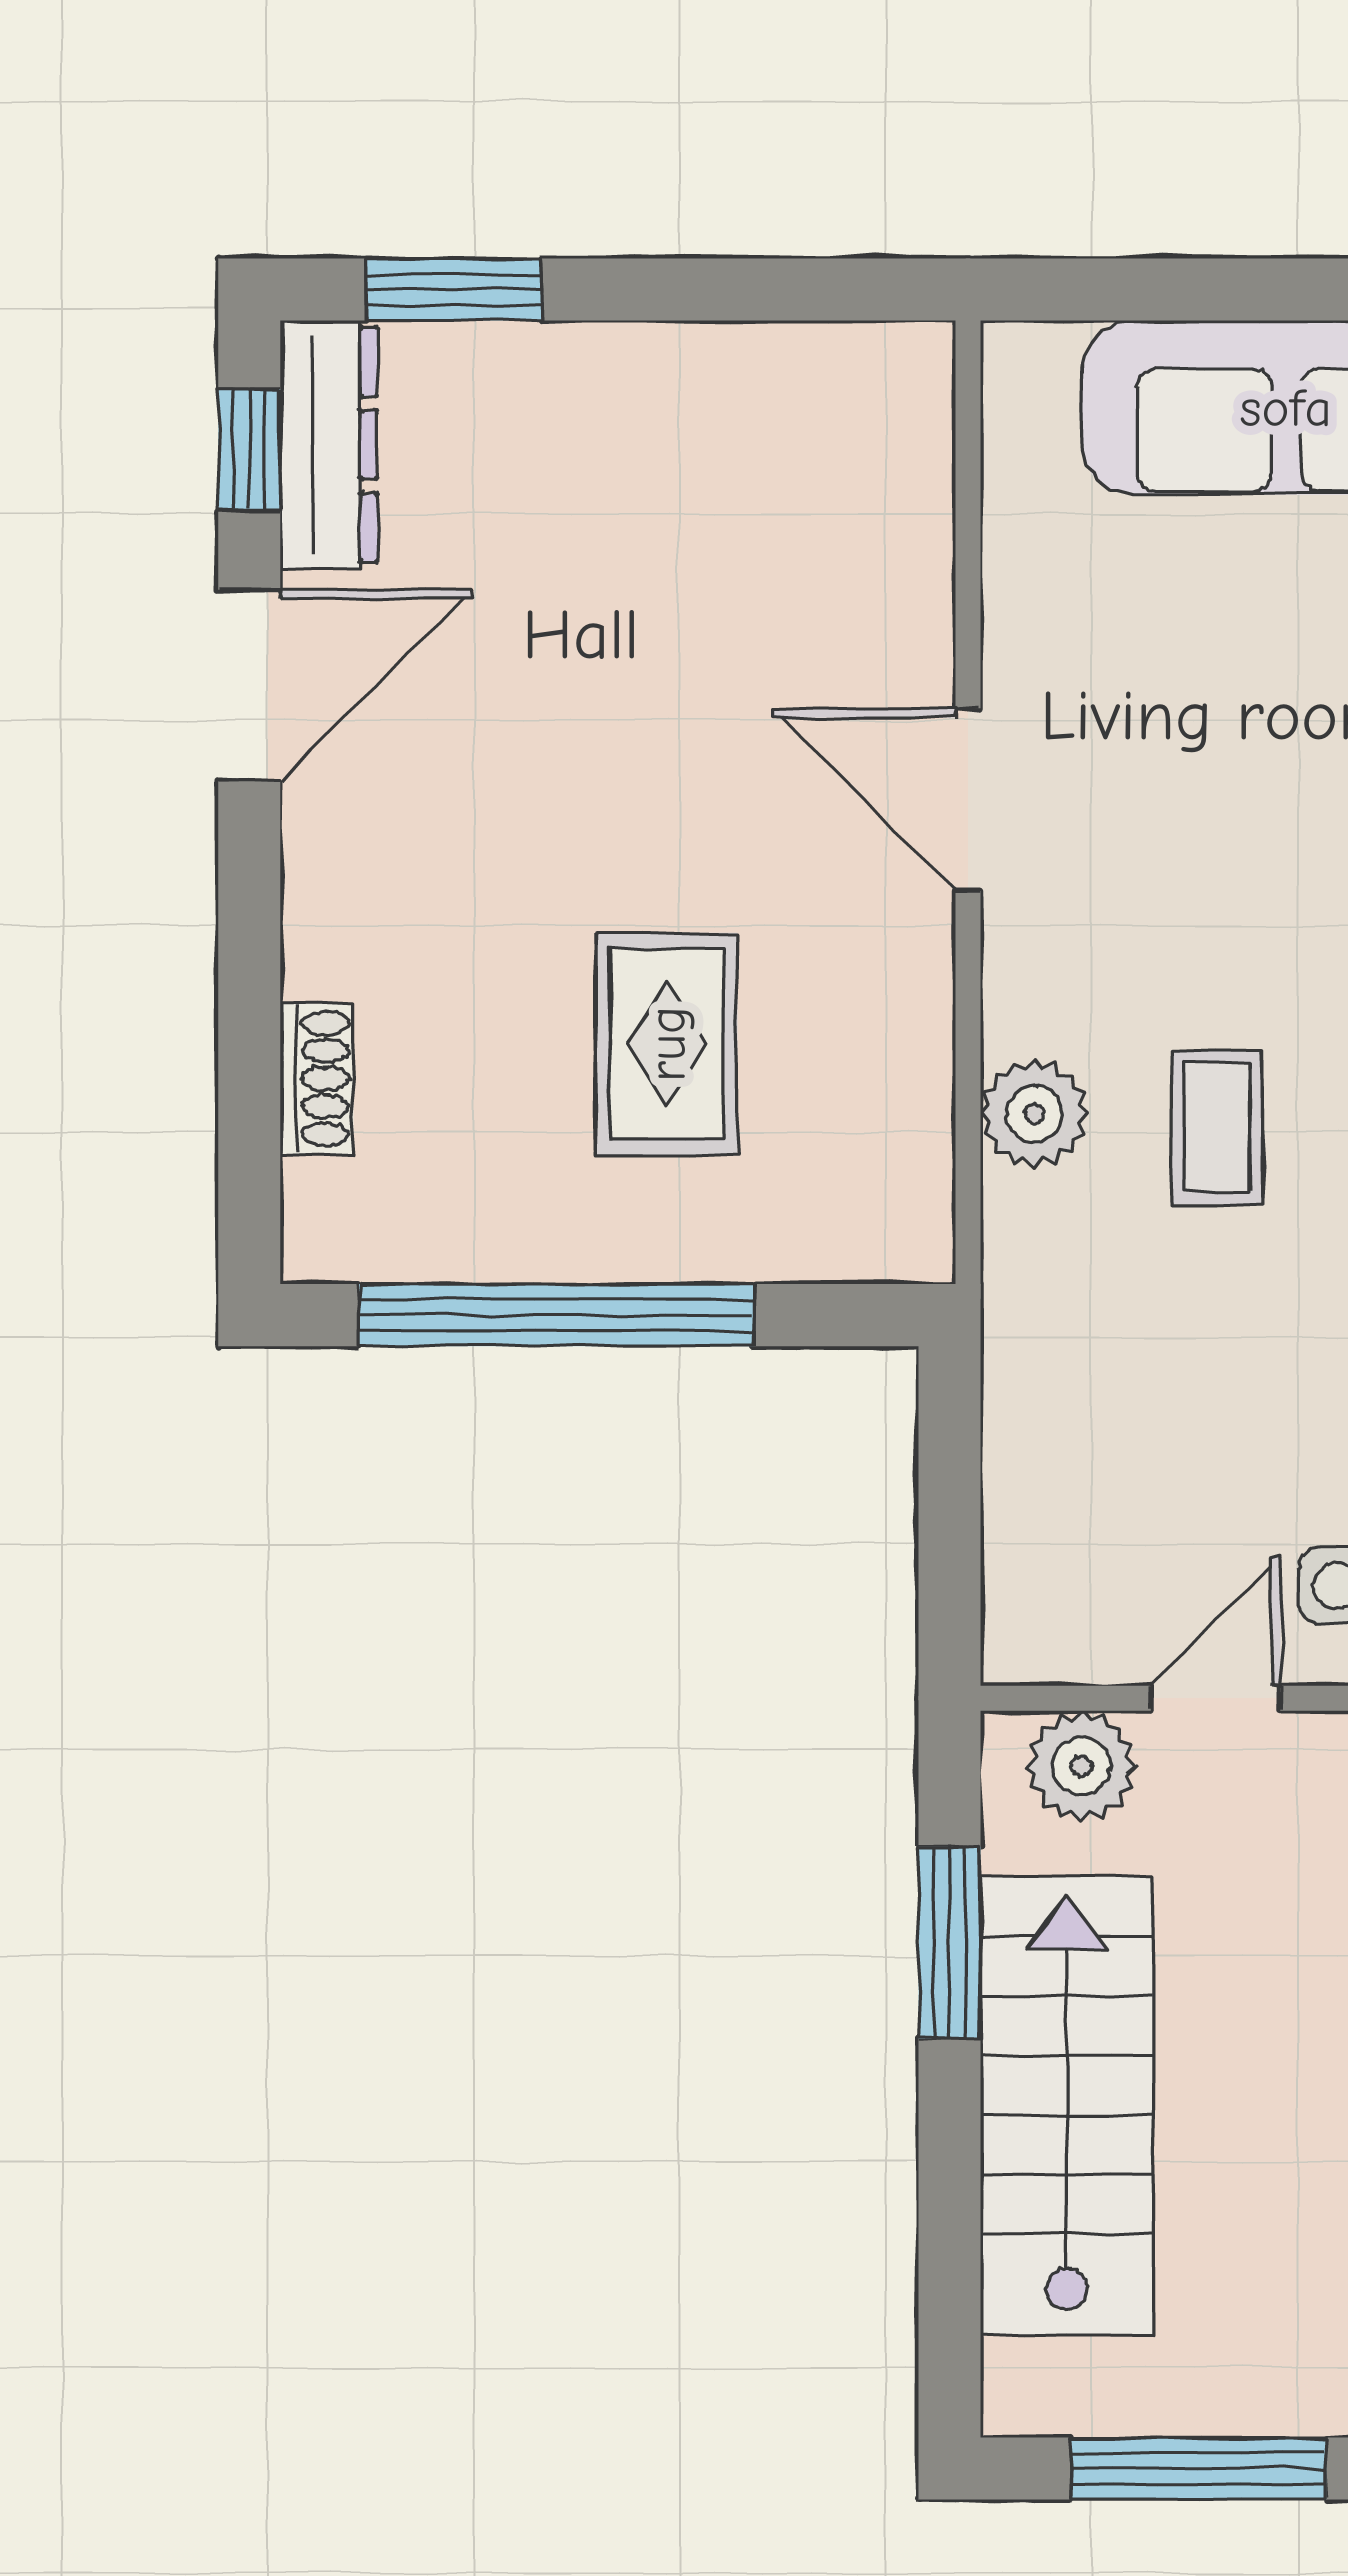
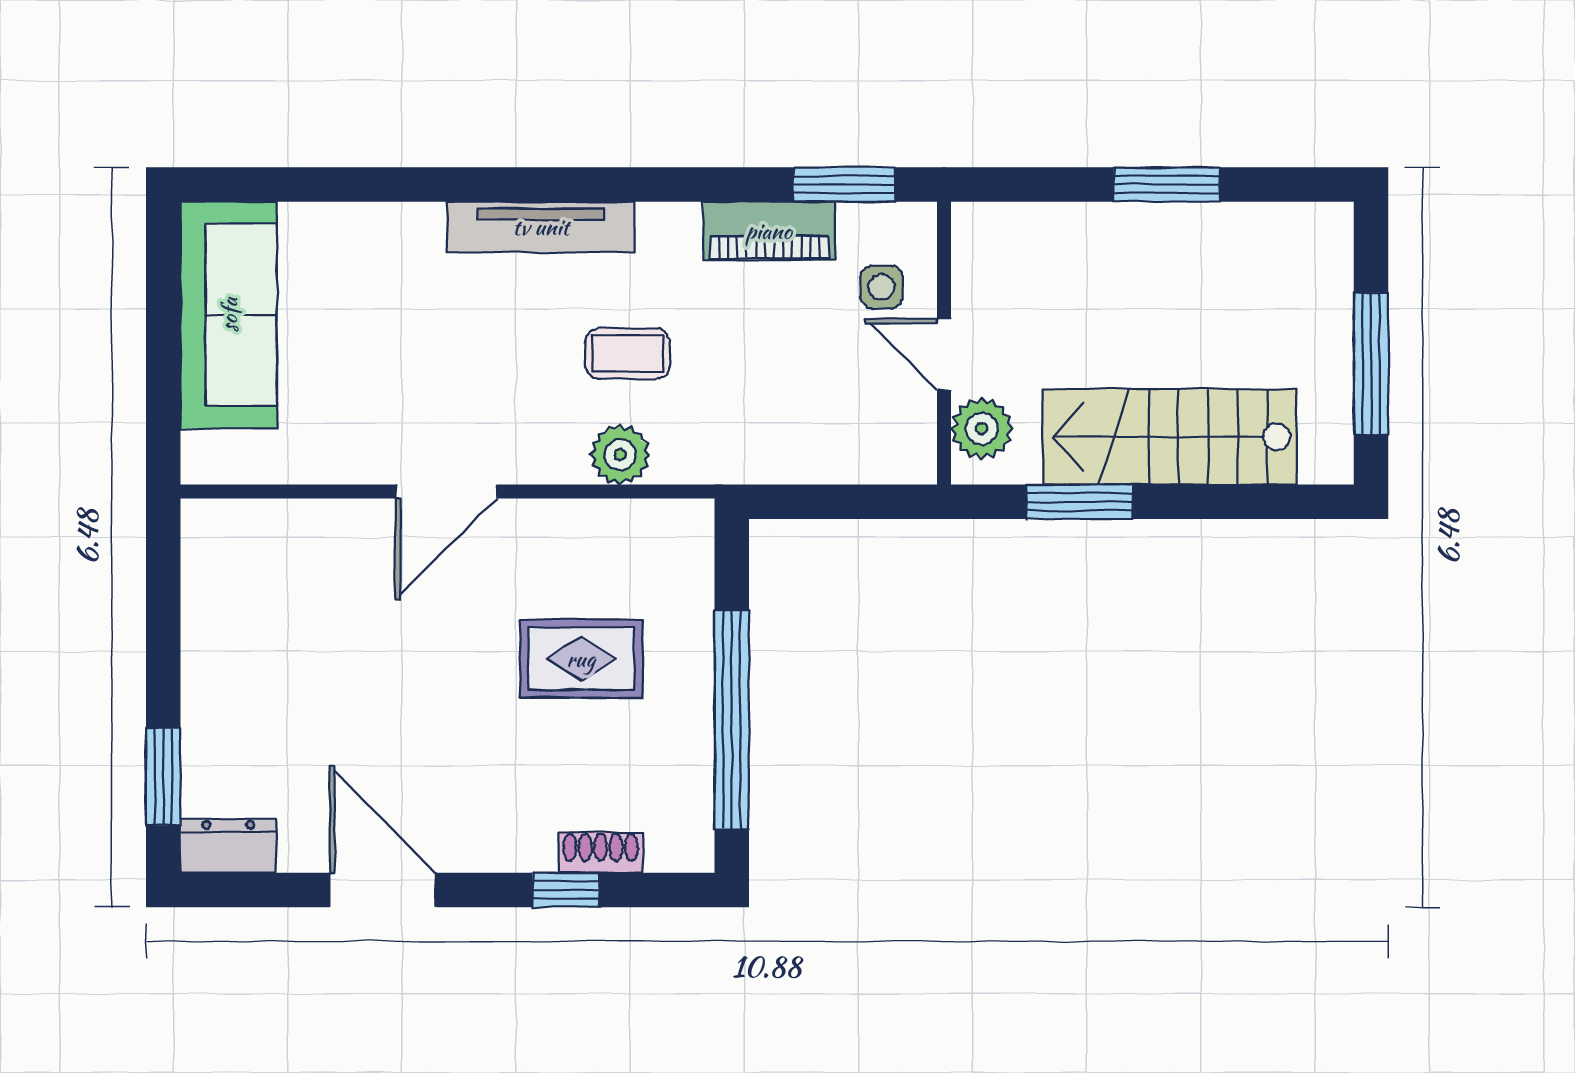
dresser: (329, 445) -> (228, 846), width x0.70
window: (249, 450) -> (566, 890), moved

